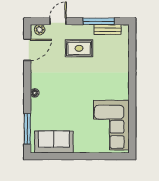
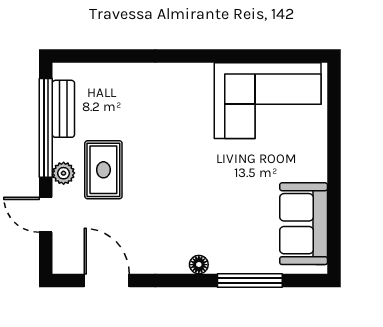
window: (99, 21) -> (46, 128), width x1.46
plant: (40, 30) -> (64, 173), moved
window: (27, 129) -> (250, 280), moved

